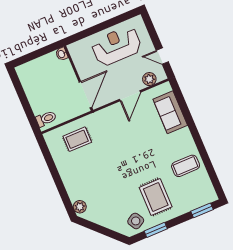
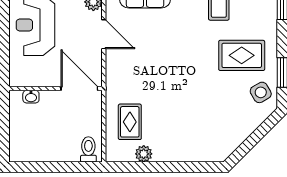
washbasin: (62, 54) -> (31, 97), moved
plant: (80, 207) -> (144, 154), moved

